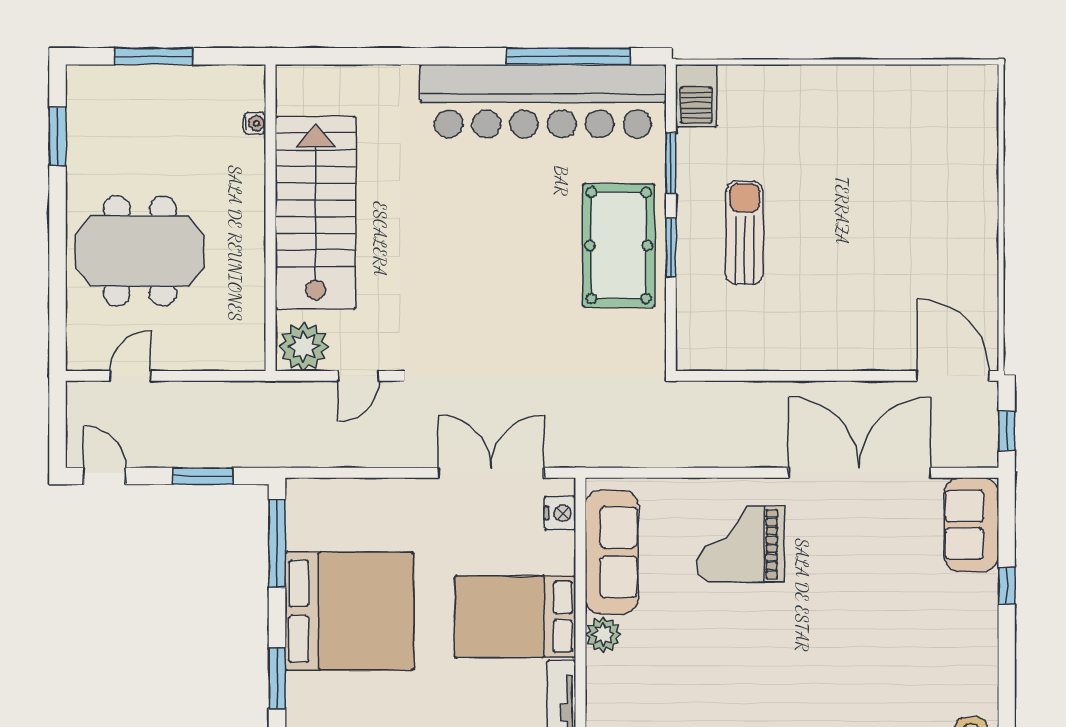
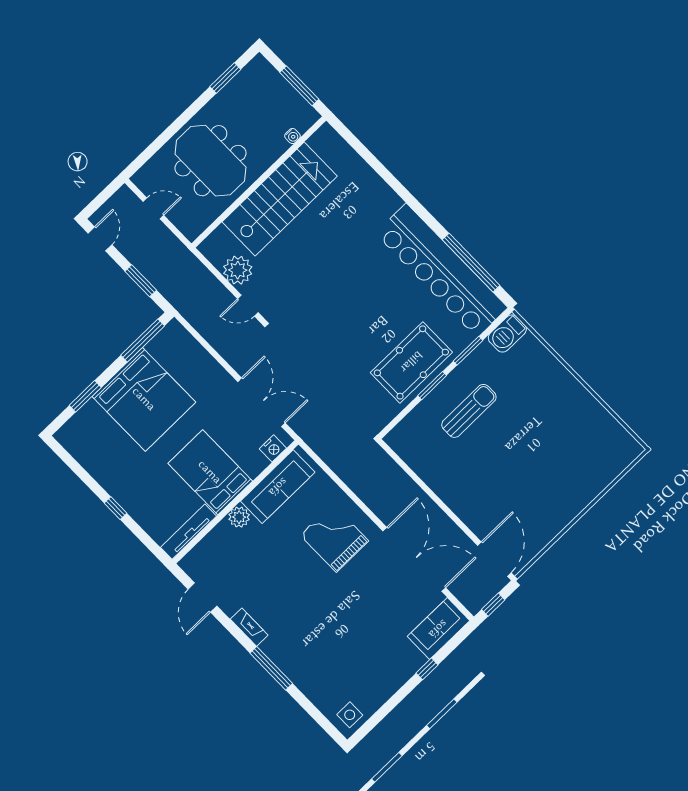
water cooler: (255, 123) -> (292, 136), moved
stairs: (316, 213) -> (280, 199), moved
wall: (271, 218) -> (259, 182), moved

